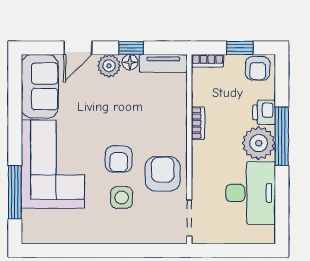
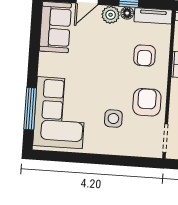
armchair: (119, 159) -> (145, 55), moved
corner sofa: (53, 164) -> (60, 113), moved

